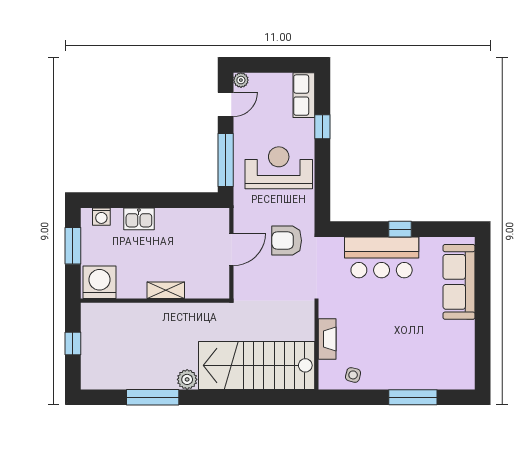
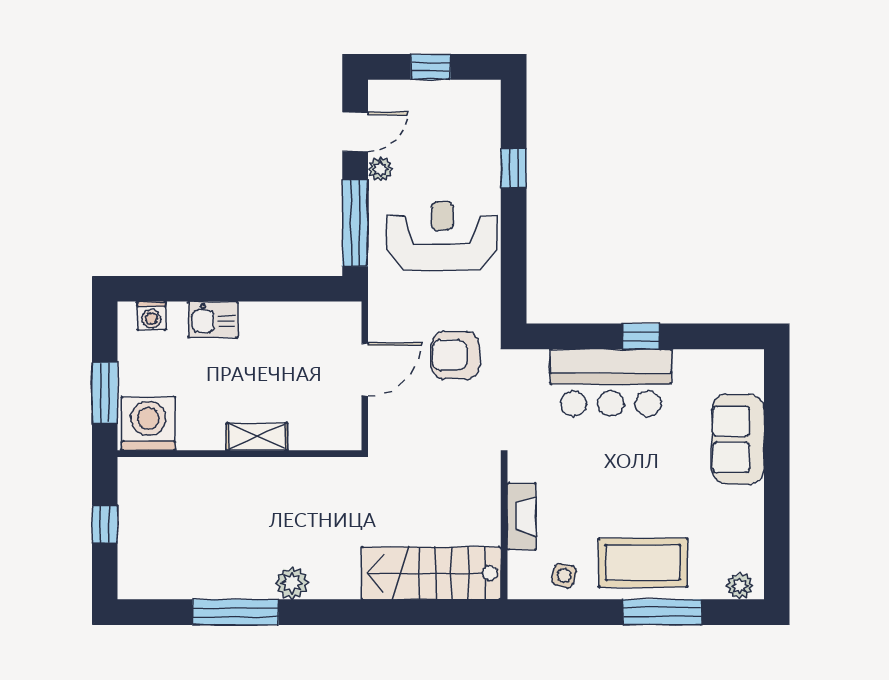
window: (272, 65) -> (431, 67), added
plant: (241, 80) -> (380, 169), moved
row of seats: (304, 95) -> (483, 116), removed
window: (73, 246) -> (105, 393), moved
sofa: (459, 282) -> (738, 439), width x0.73
stairs: (257, 365) -> (431, 573), width x0.73, depth x0.66
coffee table: (401, 367) -> (643, 563), added
plant: (460, 381) -> (740, 586), added

